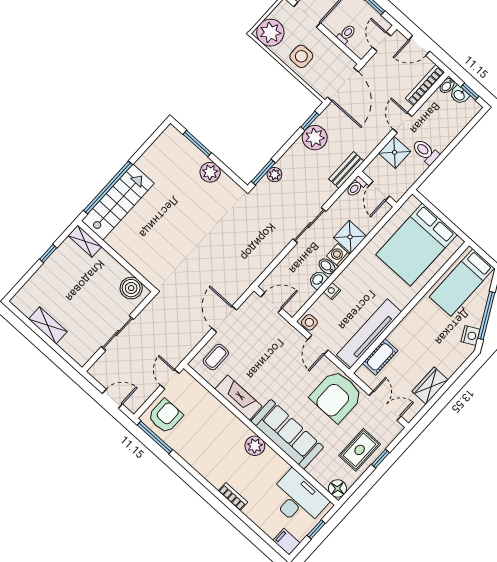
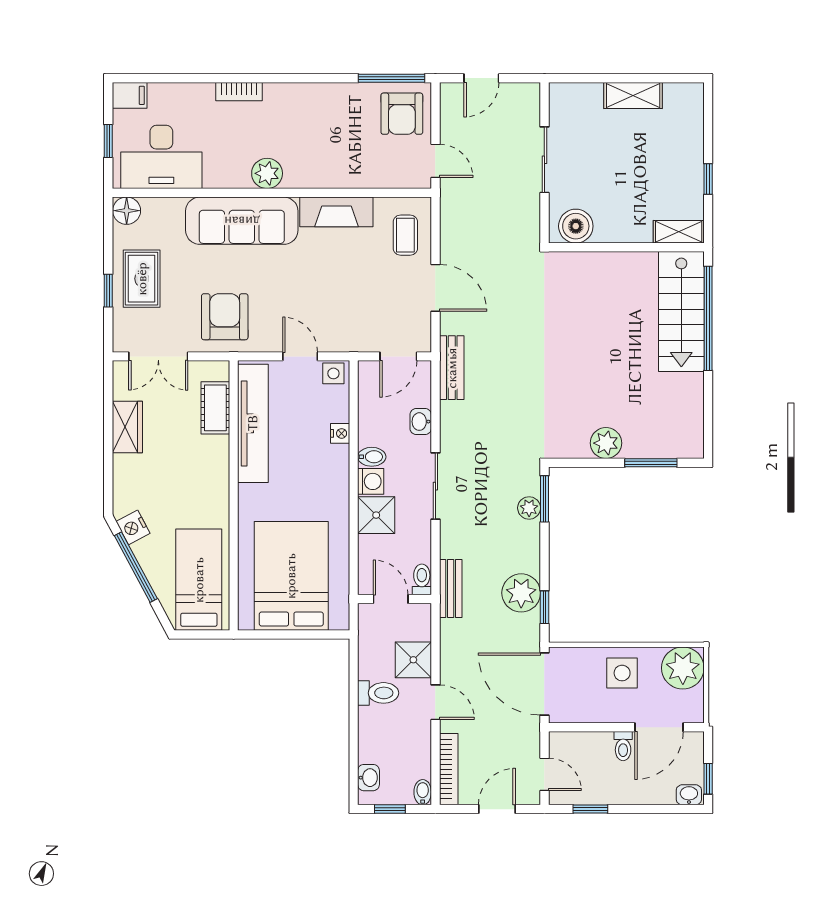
toilet: (346, 34) -> (623, 746), moved
washbasin: (459, 95) -> (368, 778), moved, turned 90
bench: (251, 274) -> (452, 368), added
washbasin: (318, 280) -> (421, 422), moved, turned 180
armchair: (337, 396) -> (225, 317), width x0.73, depth x0.73

